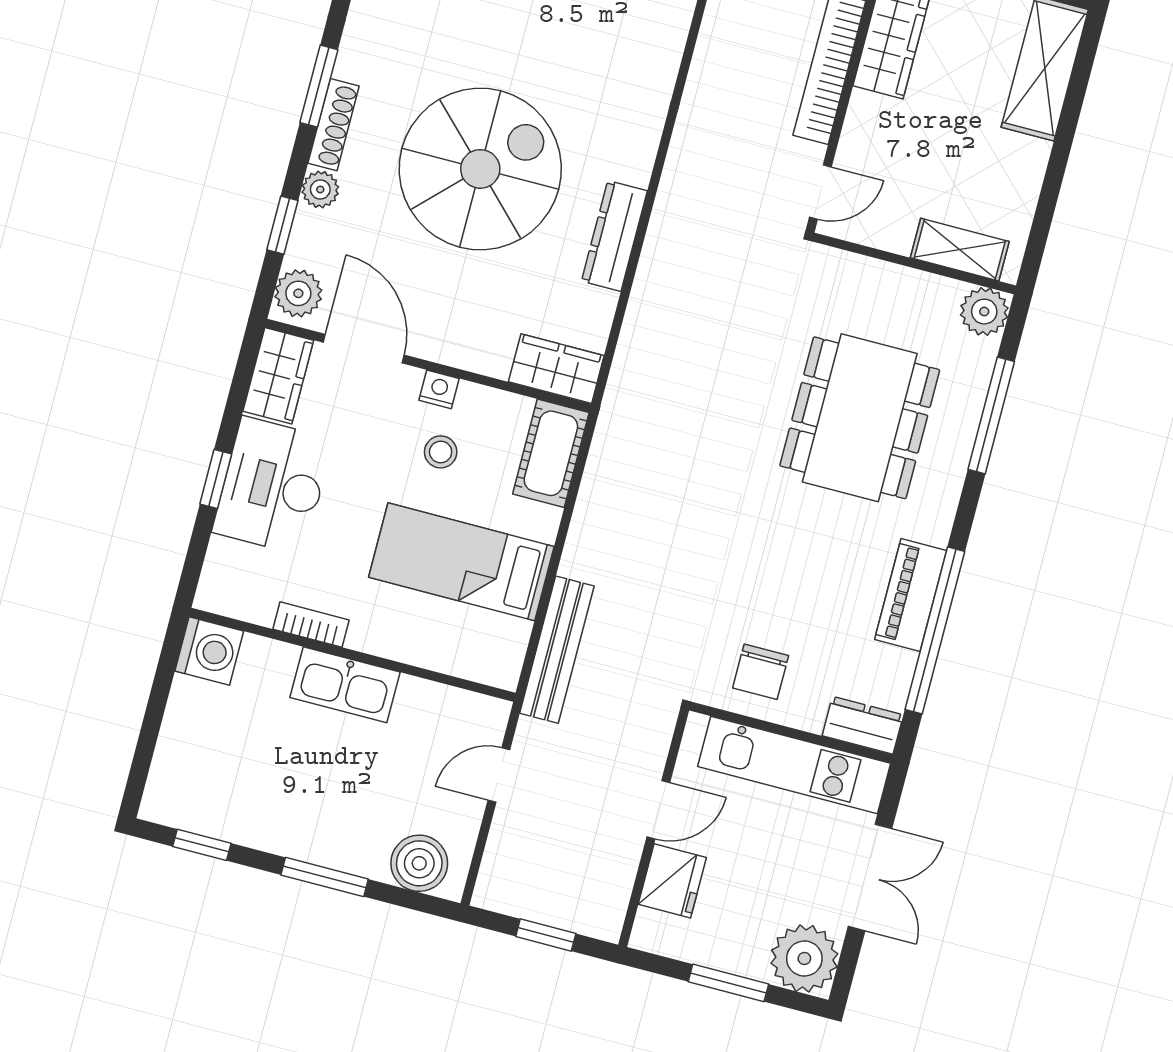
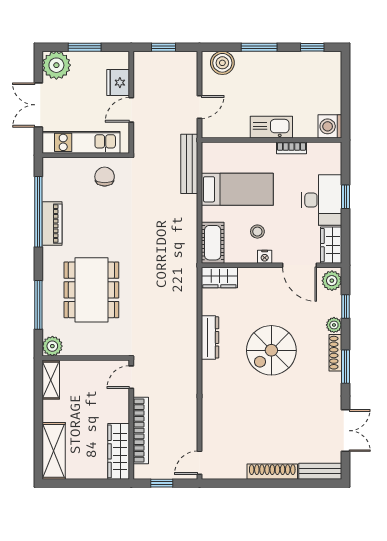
spiral stairs: (480, 169) -> (271, 350), width x0.73, depth x0.73
shelving: (960, 250) -> (51, 380), moved, turned 90
dresser: (863, 725) -> (58, 166), removed

